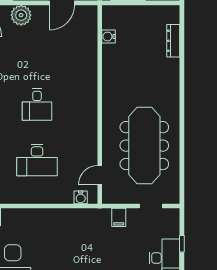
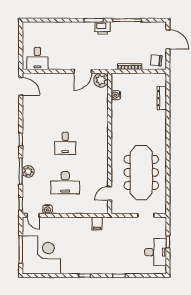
plant: (21, 15) -> (101, 80), moved
water cooler: (81, 197) -> (47, 209), moved
filing cabinet: (119, 217) -> (97, 223), moved

